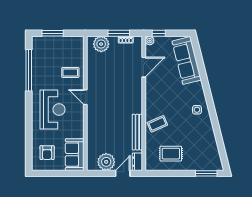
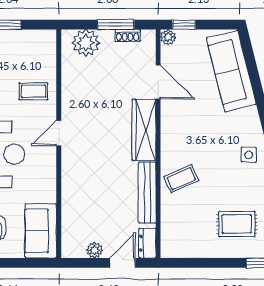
door: (144, 67) -> (158, 82), hinge flipped
wardrobe: (135, 95) -> (144, 130), added
door: (85, 97) -> (59, 133), hinge flipped
rug: (171, 154) -> (237, 224), moved
plant: (106, 162) -> (94, 250), width x0.53, depth x0.53

